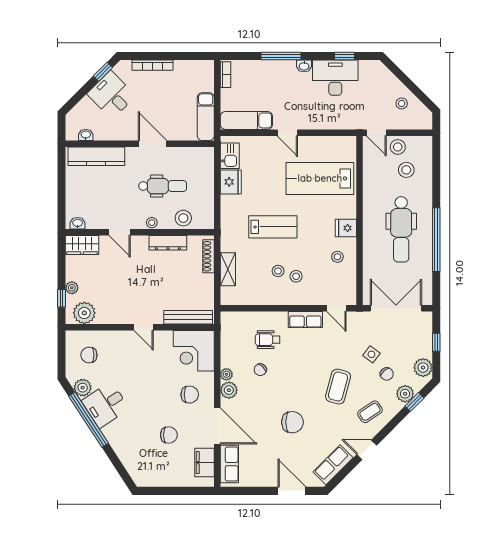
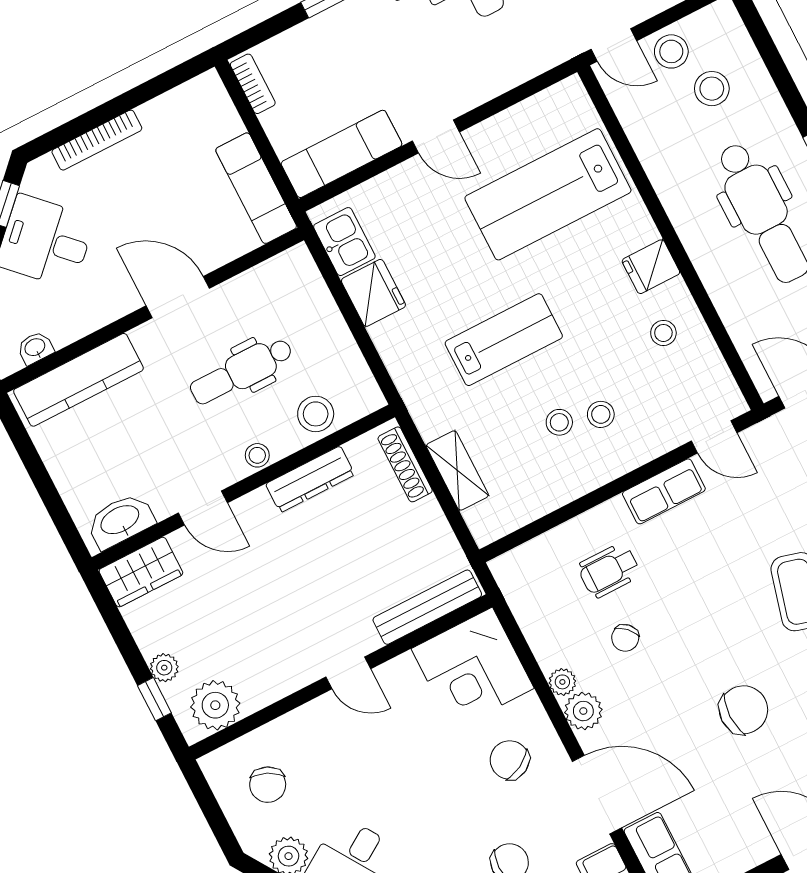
dental chair: (163, 186) -> (241, 371), turned 180
washbasin: (78, 223) -> (120, 521), width x1.91, depth x1.45
chair: (89, 355) -> (268, 785), turned -65
chair: (190, 395) -> (510, 760), turned -119

